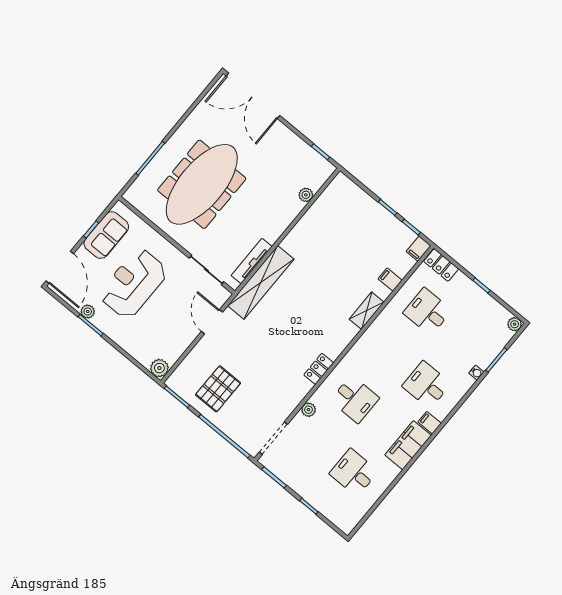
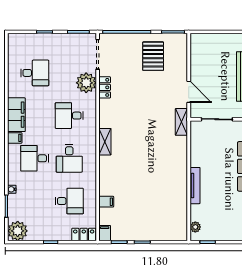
plant: (306, 195) -> (195, 227), moved
tv unit: (252, 261) -> (195, 186), moved
shelving: (261, 282) -> (181, 122), width x0.45, depth x0.75
shelving: (367, 311) -> (105, 142), moved
plant: (515, 324) -> (18, 231), width x1.87, depth x1.87
desk: (391, 355) -> (69, 158), added
plant: (159, 368) -> (197, 40), removed
locker: (319, 369) -> (105, 87), moved
desk: (427, 385) -> (35, 158), turned 180
plant: (308, 410) -> (86, 83), width x1.87, depth x1.87

